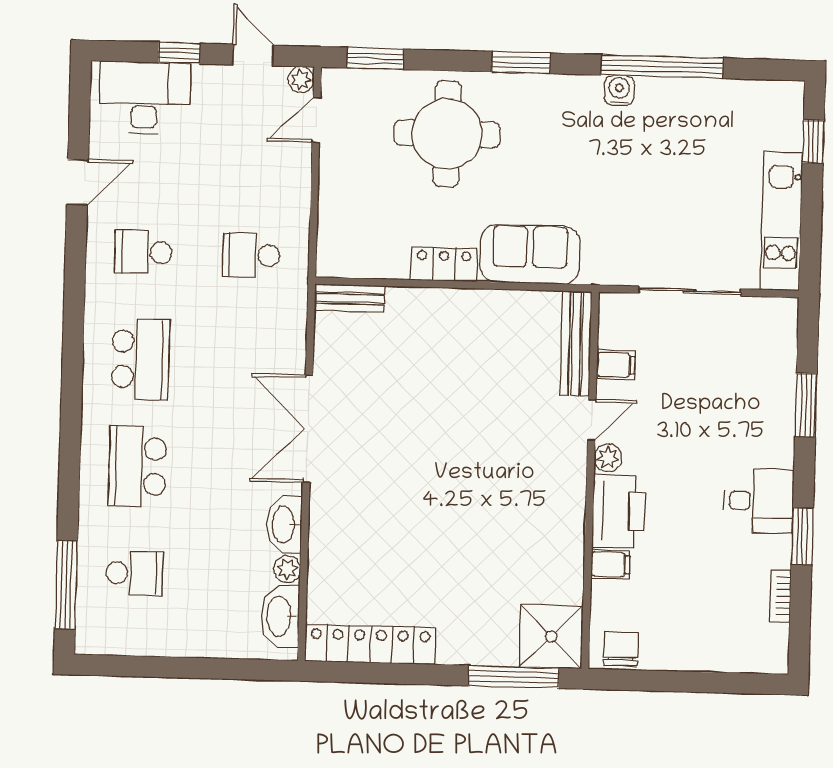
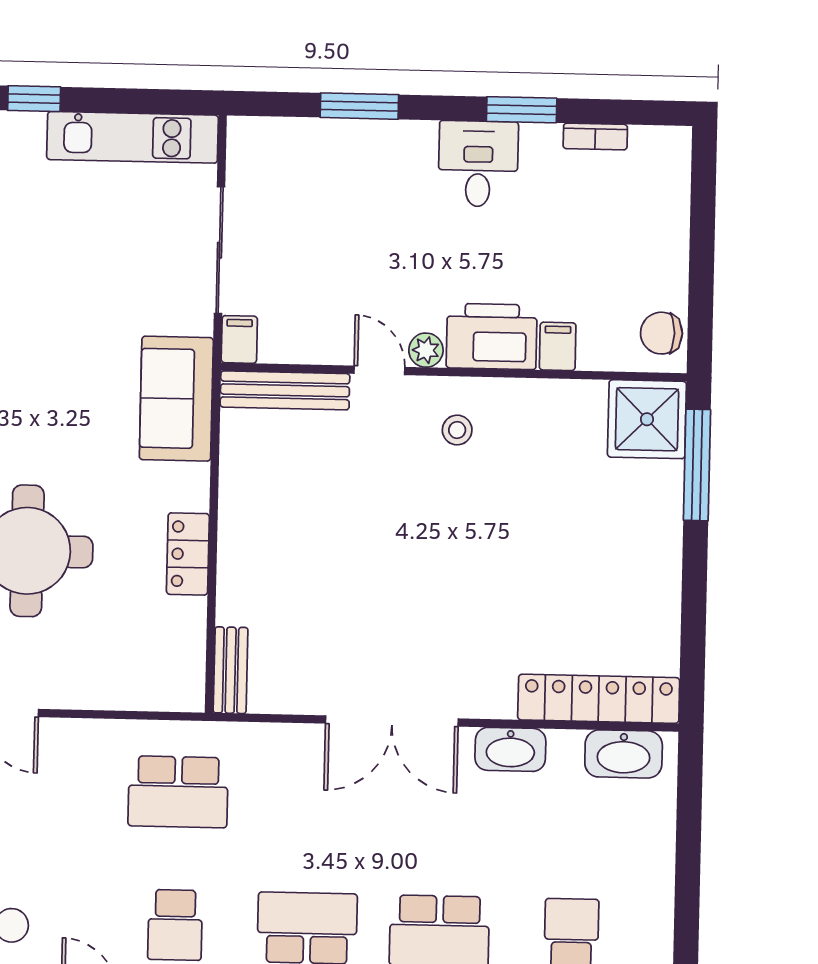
sofa: (530, 254) -> (176, 399), moved
school desk: (251, 255) -> (178, 792), width x1.85
filing cabinet: (616, 365) -> (239, 339), moved
stool: (543, 483) -> (457, 430), added
plant: (287, 569) -> (565, 746), removed
locker: (370, 644) -> (599, 699), moved, turned 90

